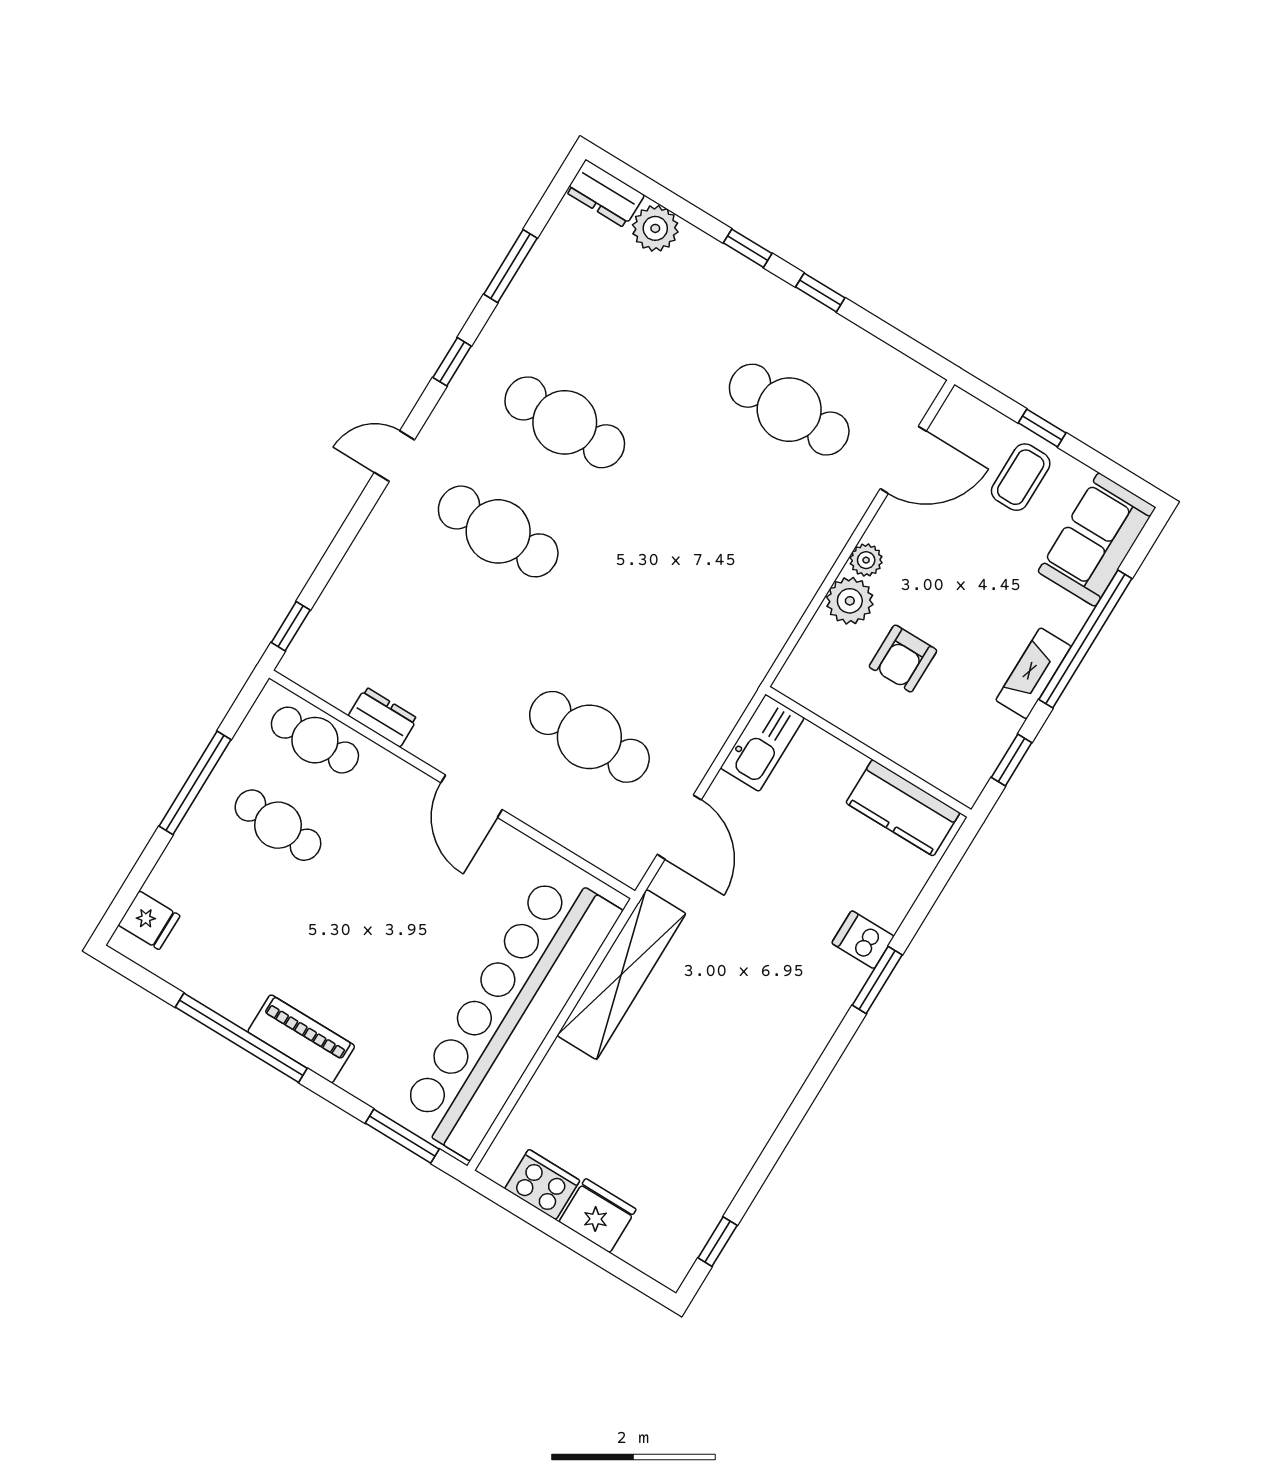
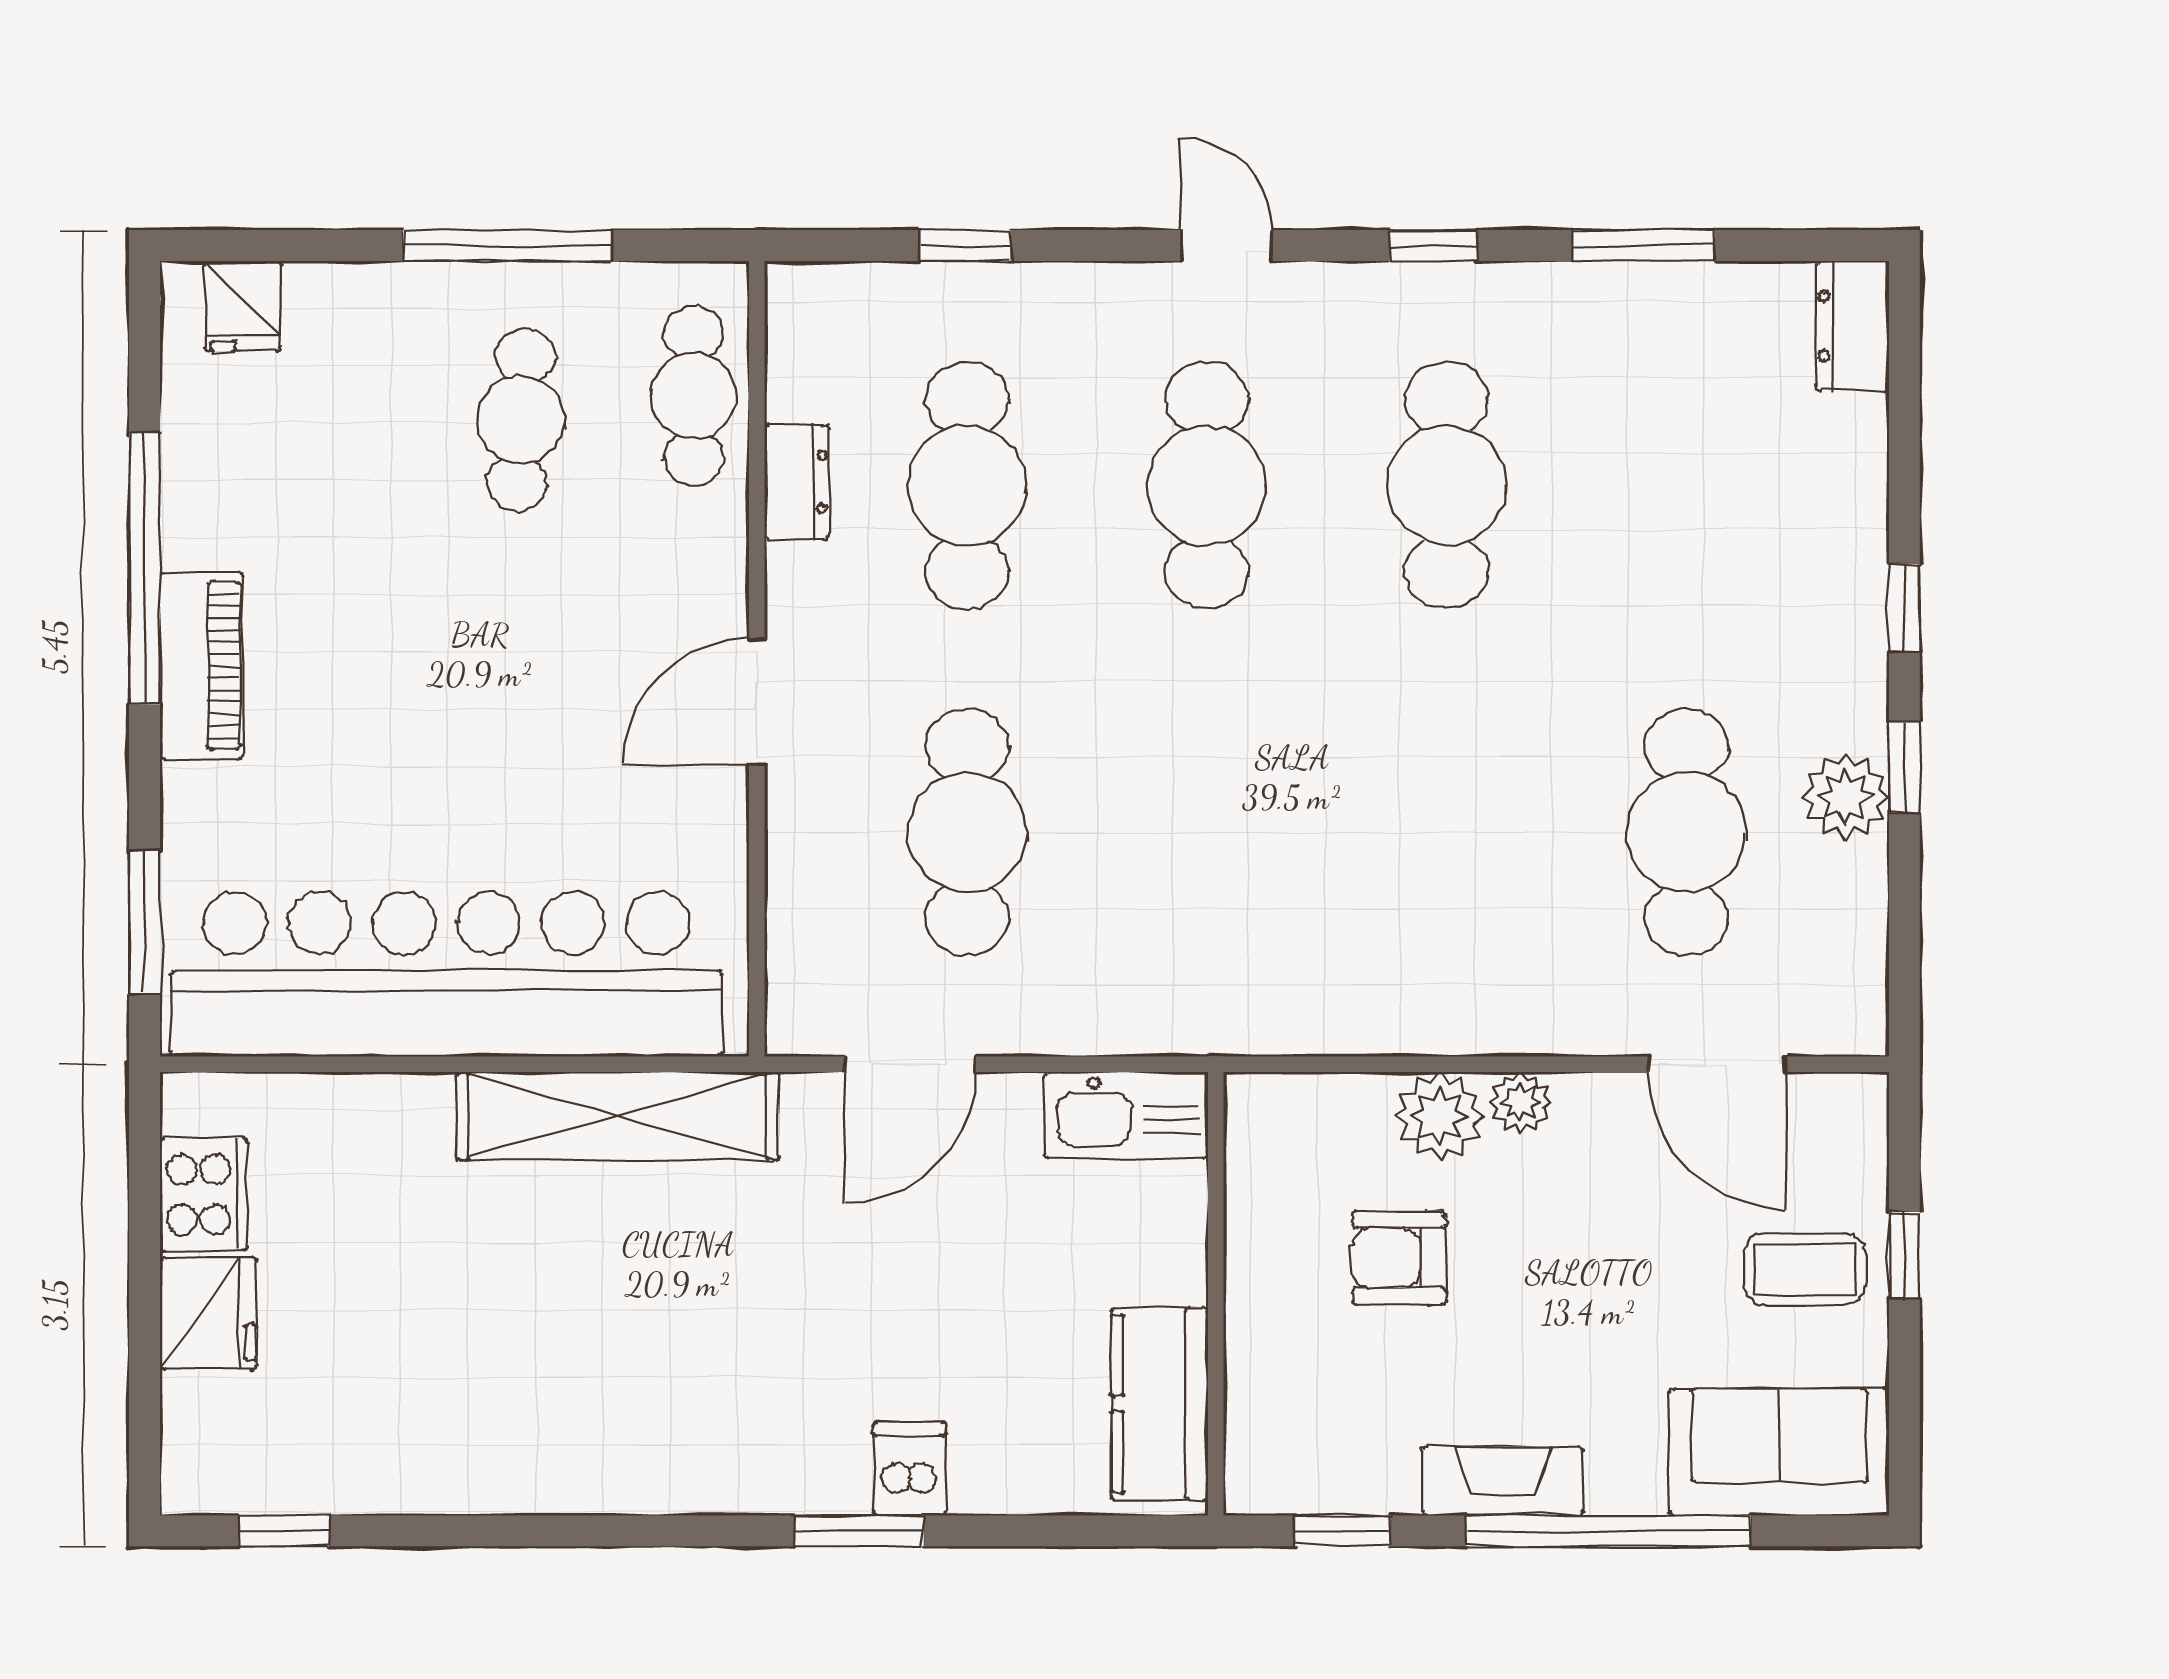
plant: (655, 228) -> (1846, 797), moved
window: (291, 626) -> (965, 245), moved
cafe table: (432, 641) -> (967, 485), added

